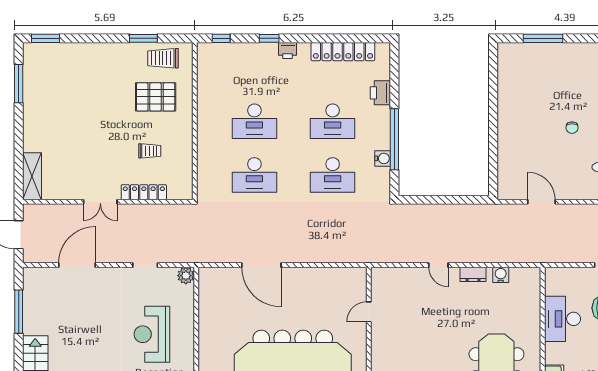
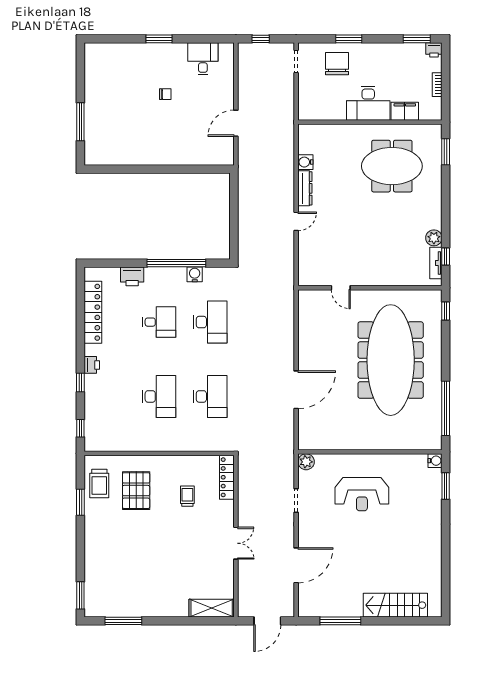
desk: (333, 121) -> (159, 322), width x0.73
locker: (144, 192) -> (227, 477), moved
door: (77, 265) -> (296, 565), swing flipped
dresser: (473, 274) -> (305, 188), width x1.44
desk: (562, 319) -> (368, 103), moved

